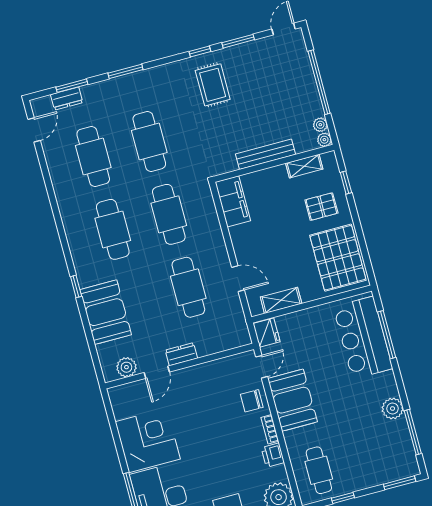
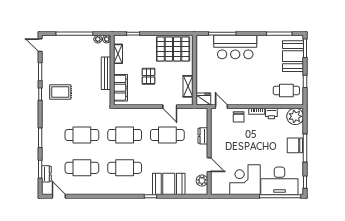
filing cabinet: (233, 201) -> (121, 88), moved, turned 90
pallet: (321, 207) -> (148, 76), moved
door: (238, 279) -> (170, 107), swing flipped
bar counter: (363, 338) -> (235, 47), moved
dresser: (181, 354) -> (203, 136), moved
booth: (293, 400) -> (293, 56), moved, turned 90
plant: (393, 409) -> (263, 41), removed

